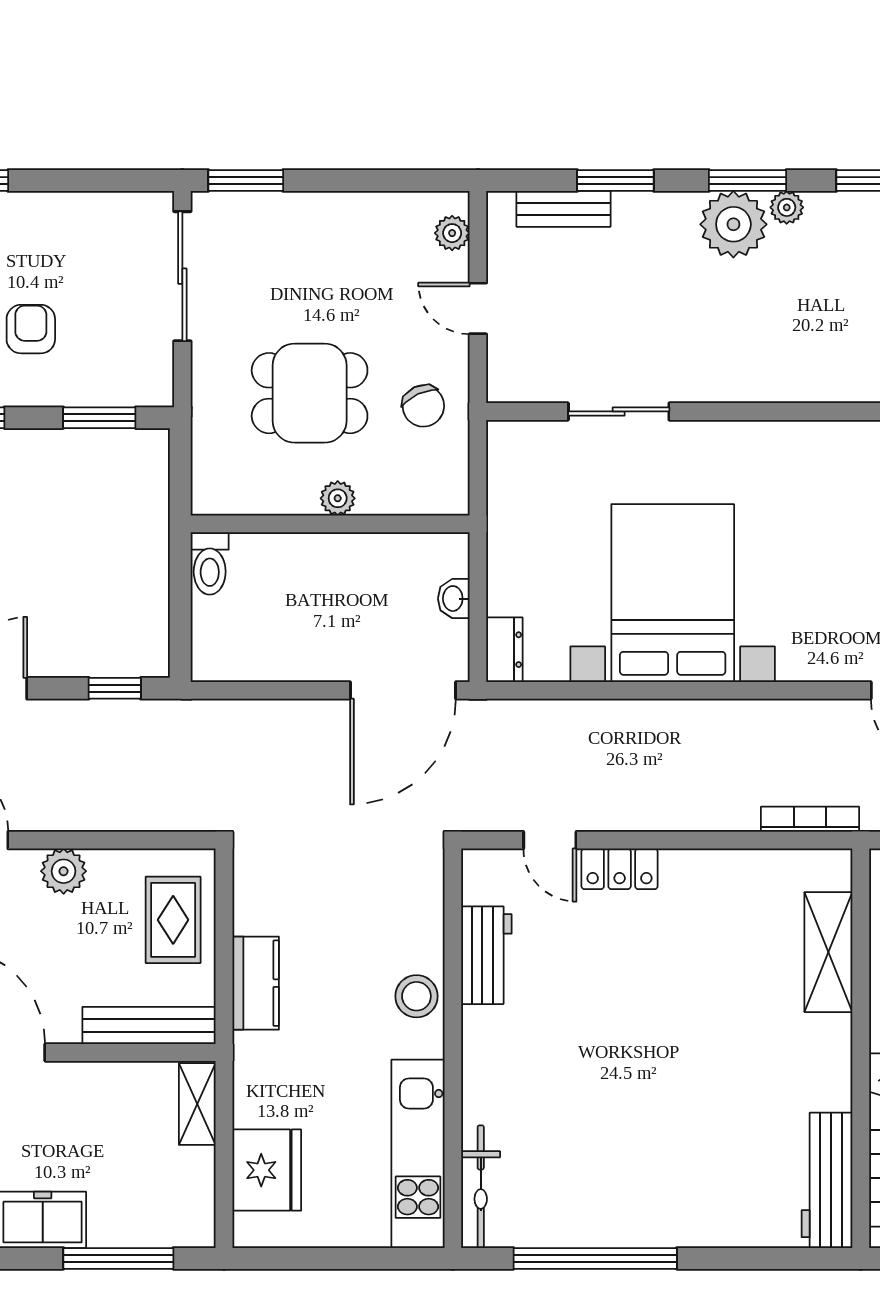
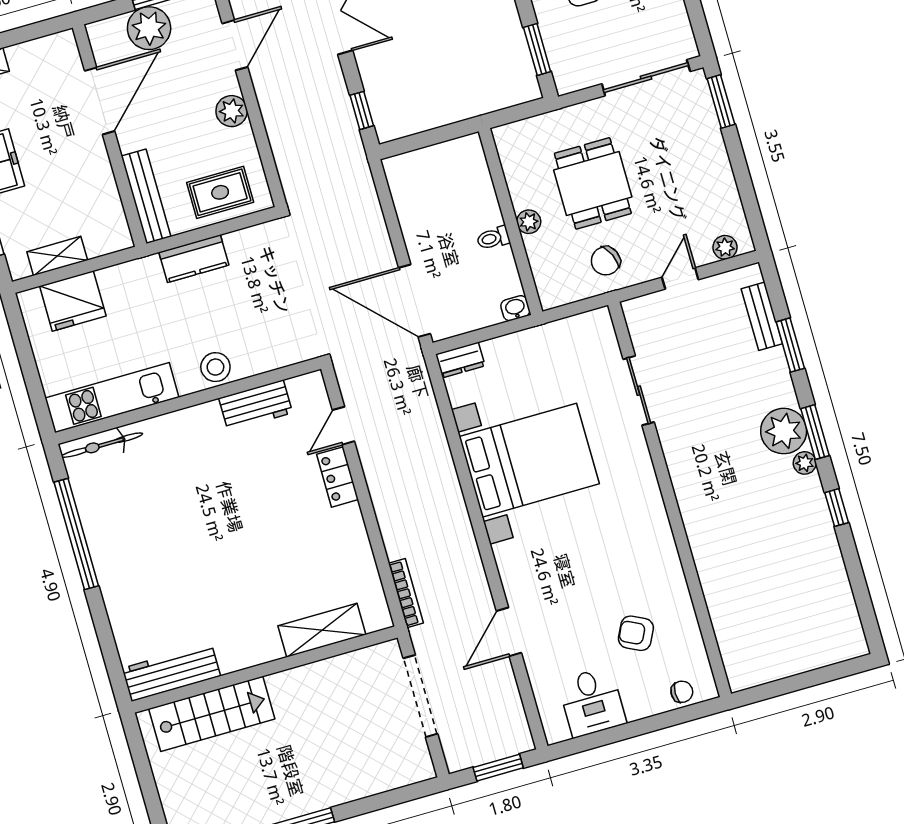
toilet: (210, 563) -> (493, 238), moved, width x0.73, depth x0.72
washbasin: (454, 599) -> (515, 308), moved
shelving: (197, 1104) -> (57, 256), moved

